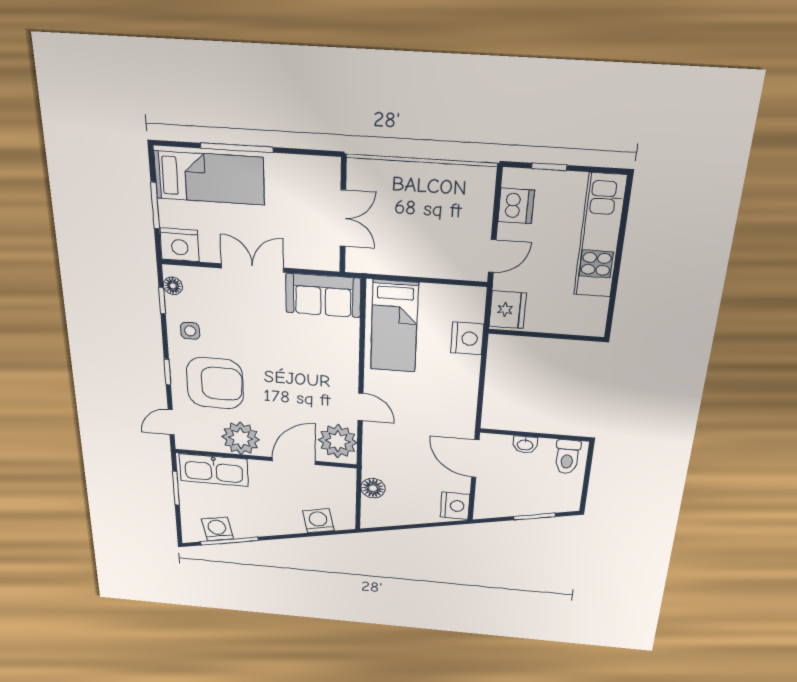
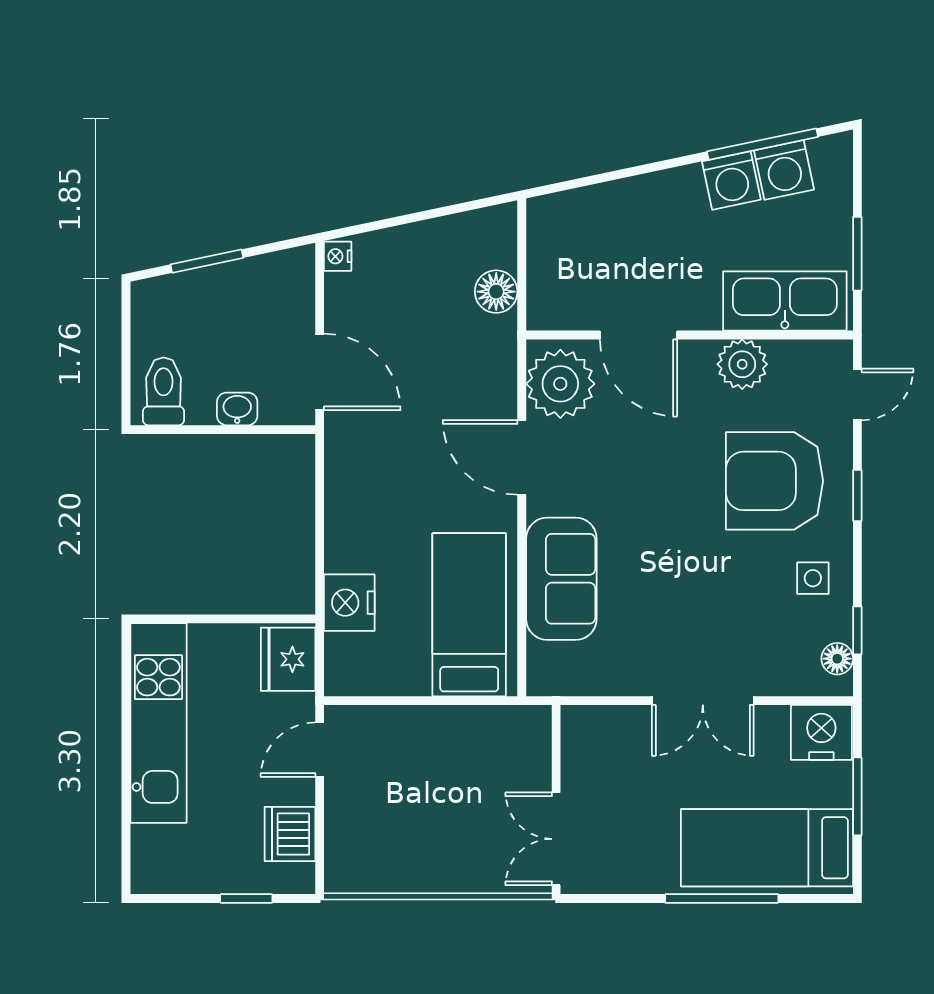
double door: (343, 218) -> (556, 839), moved
kitchen unit: (600, 236) -> (158, 723), moved
sofa: (323, 295) -> (561, 579), moved, turned 90
door: (361, 407) -> (522, 457), width x1.38
plant: (241, 438) -> (742, 364), width x0.73, depth x0.73
door: (294, 461) -> (638, 335), hinge flipped
nightstand: (455, 506) -> (338, 256), width x0.53, depth x0.56
washing machine: (318, 521) -> (731, 181), moved

